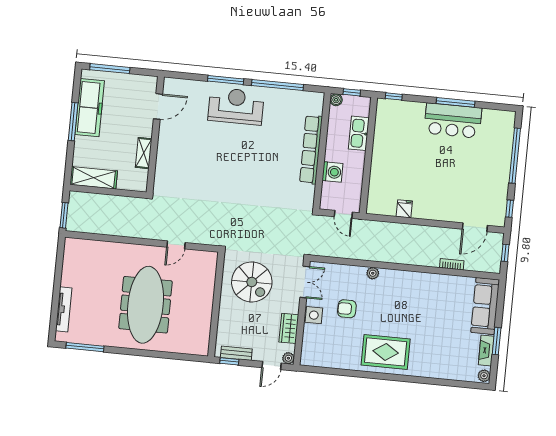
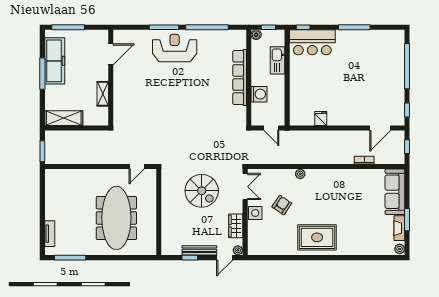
bar counter: (453, 121) -> (312, 42), moved
wall: (216, 304) -> (159, 212), moved
tv unit: (64, 309) -> (50, 234), width x0.71
armchair: (347, 309) -> (282, 205), turned 124
bench: (236, 353) -> (199, 250), width x1.36

